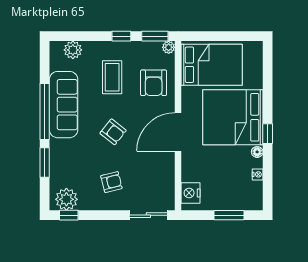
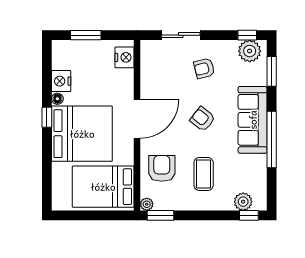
window: (121, 36) -> (249, 215), moved
sofa: (64, 105) -> (253, 120), moved
window: (45, 162) -> (272, 71), moved
nightstand: (258, 174) -> (61, 81), width x1.89, depth x1.79
sliding door: (148, 215) -> (181, 35), moved

